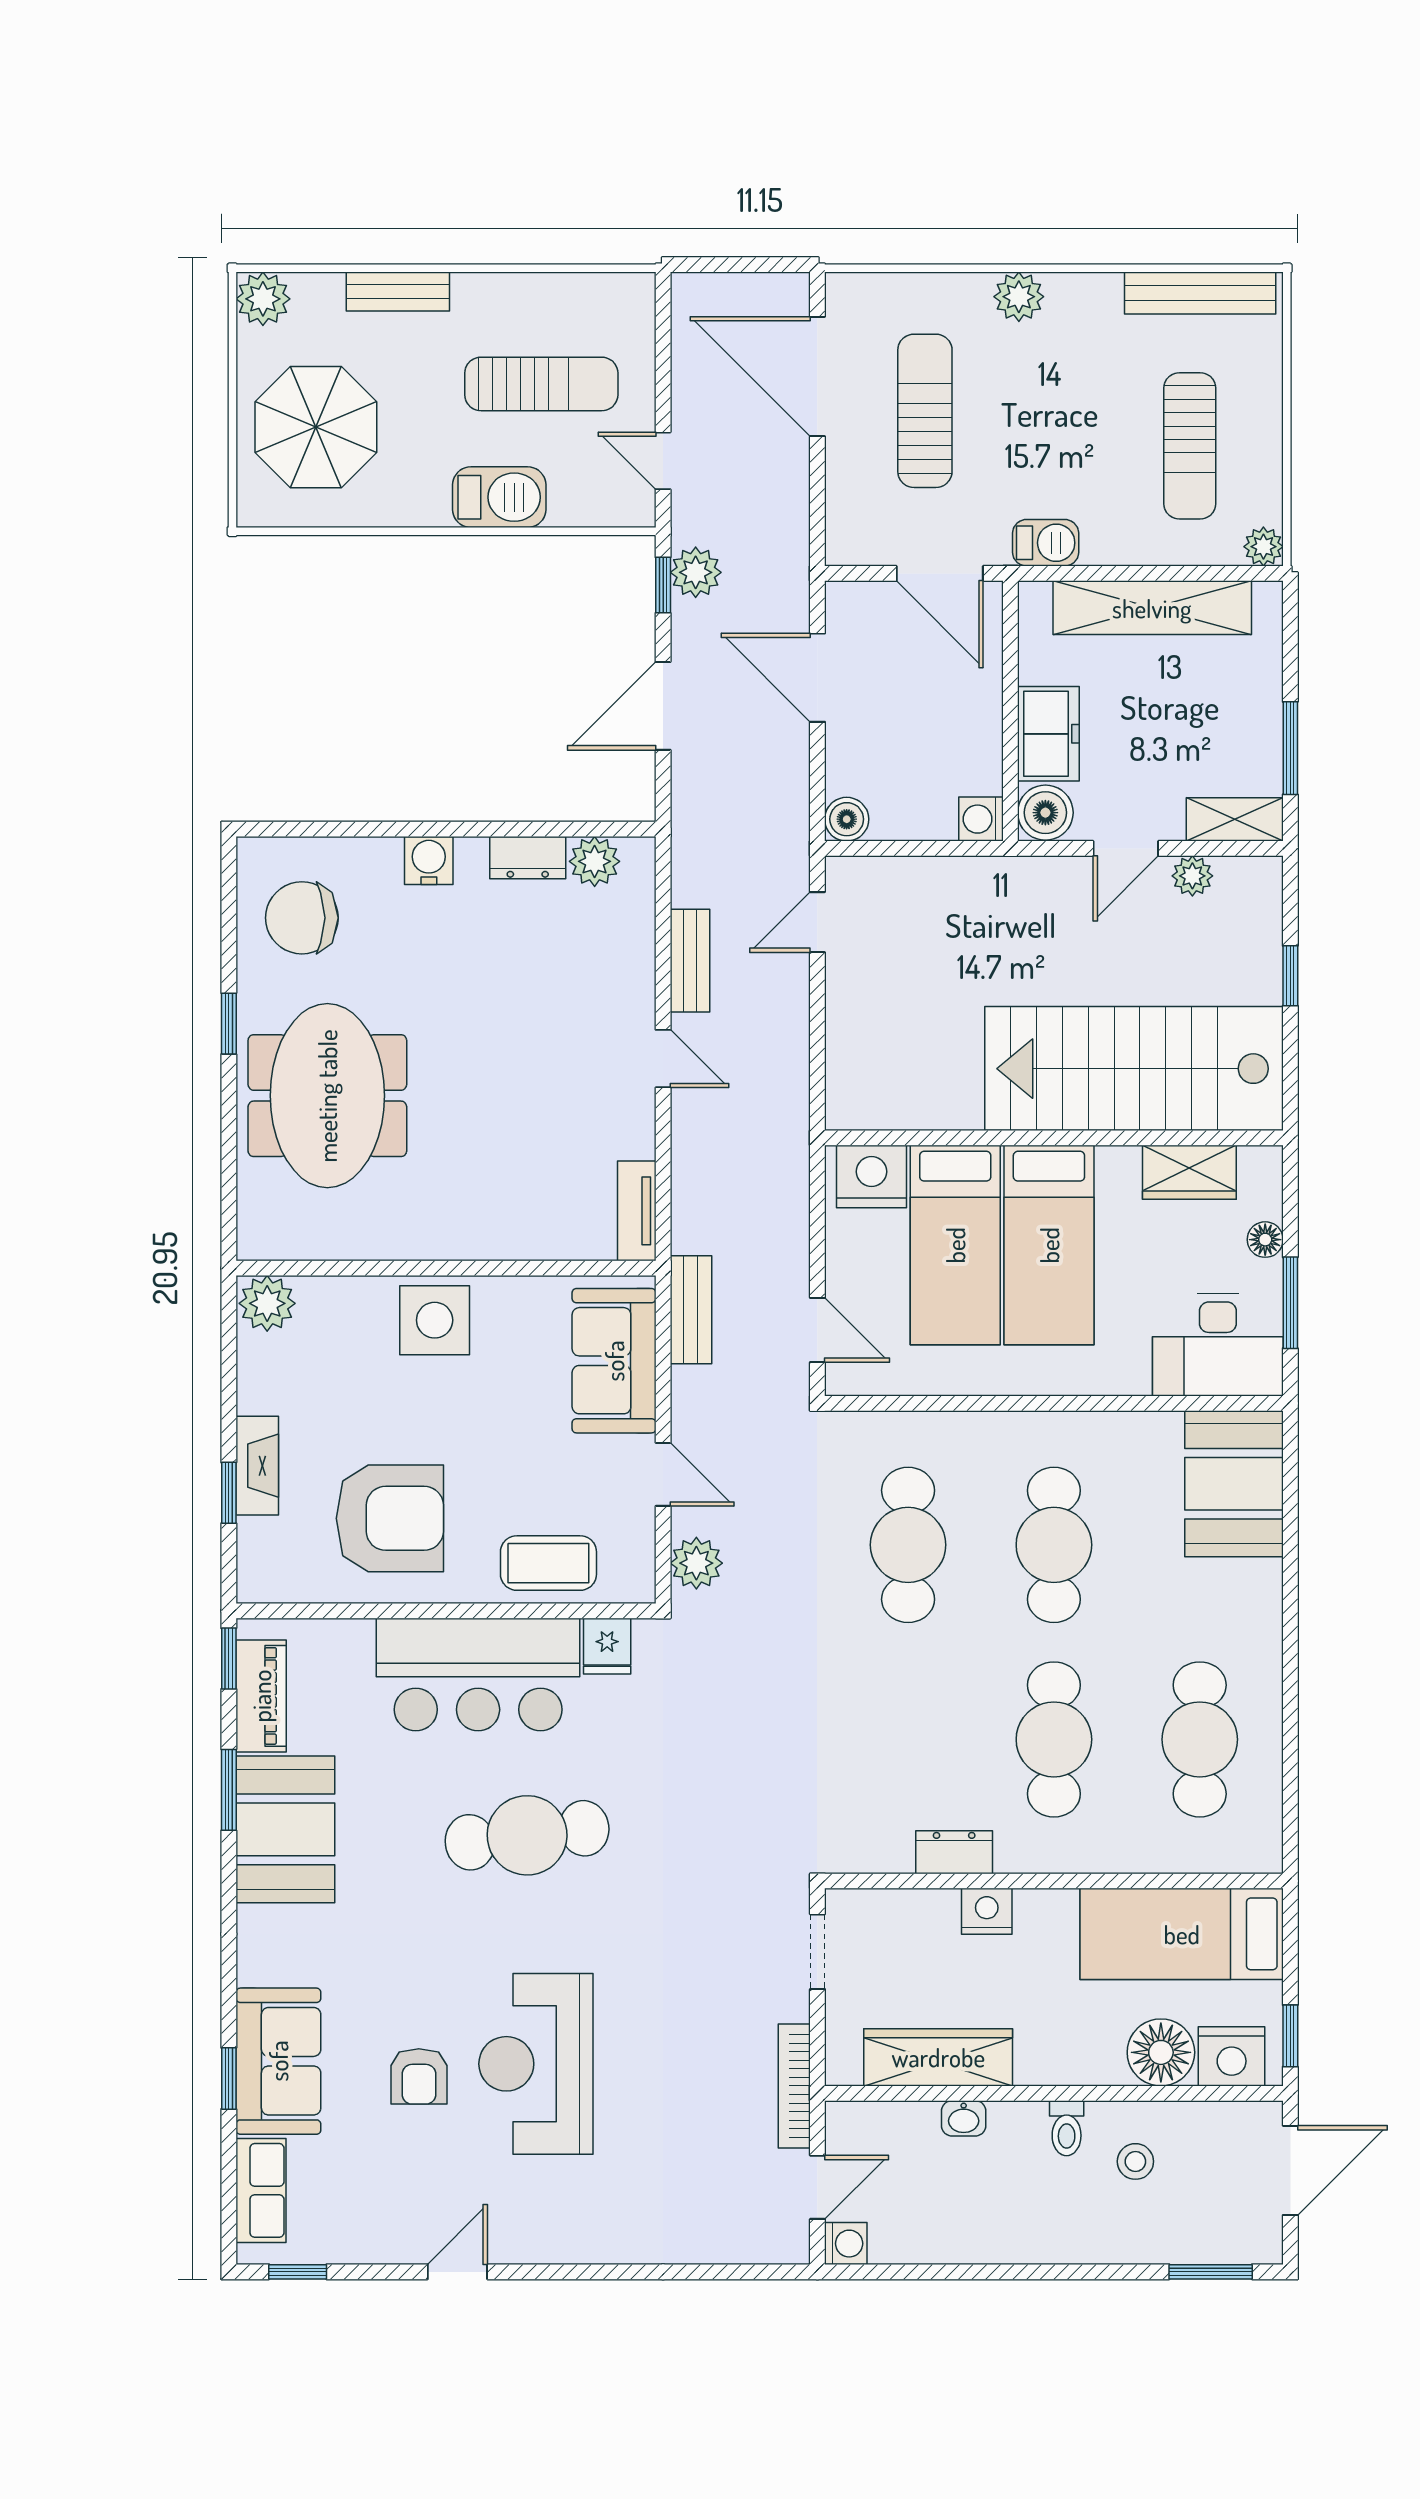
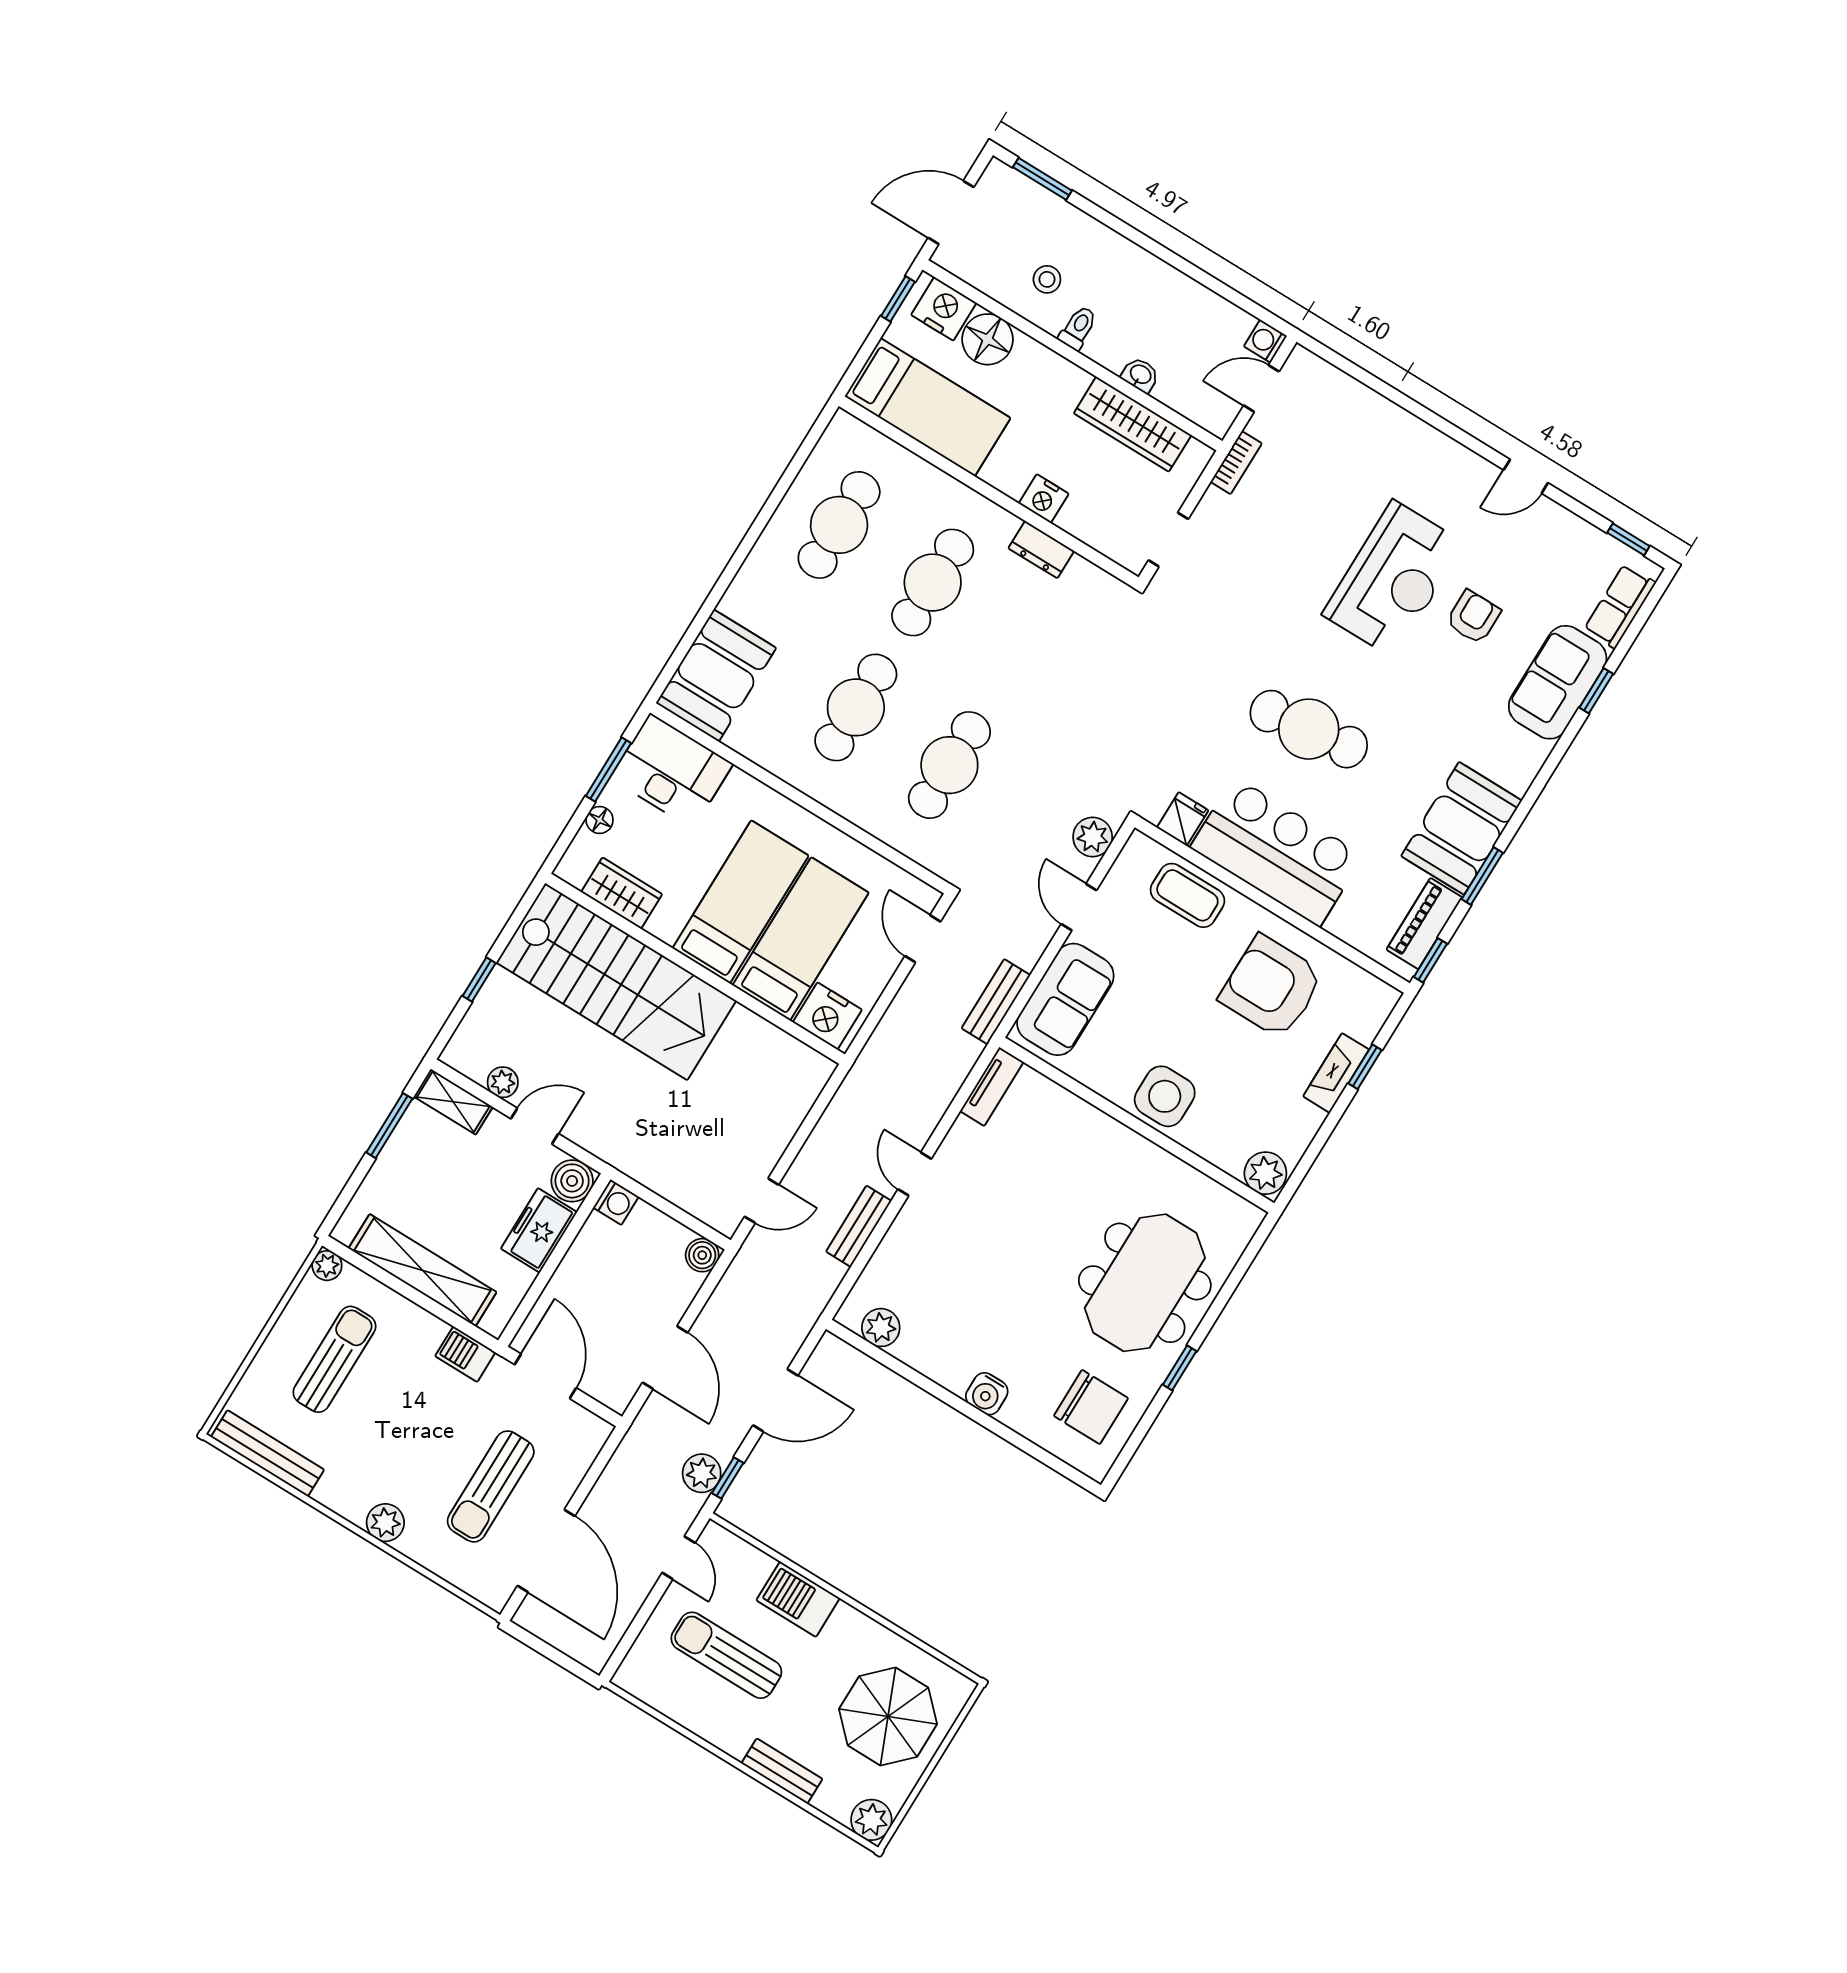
dresser: (528, 858) -> (922, 1356), removed
bookcase: (794, 2086) -> (1236, 463), width x0.64

